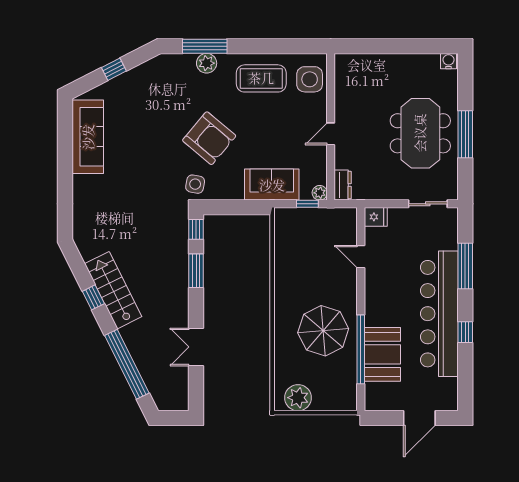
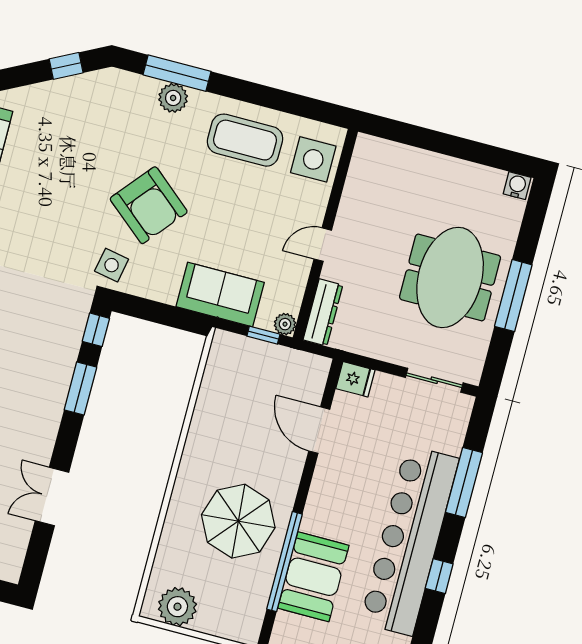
window: (114, 69) -> (66, 66), moved
dresser: (343, 185) -> (323, 312), width x1.44
door: (361, 257) -> (319, 430), width x1.38

